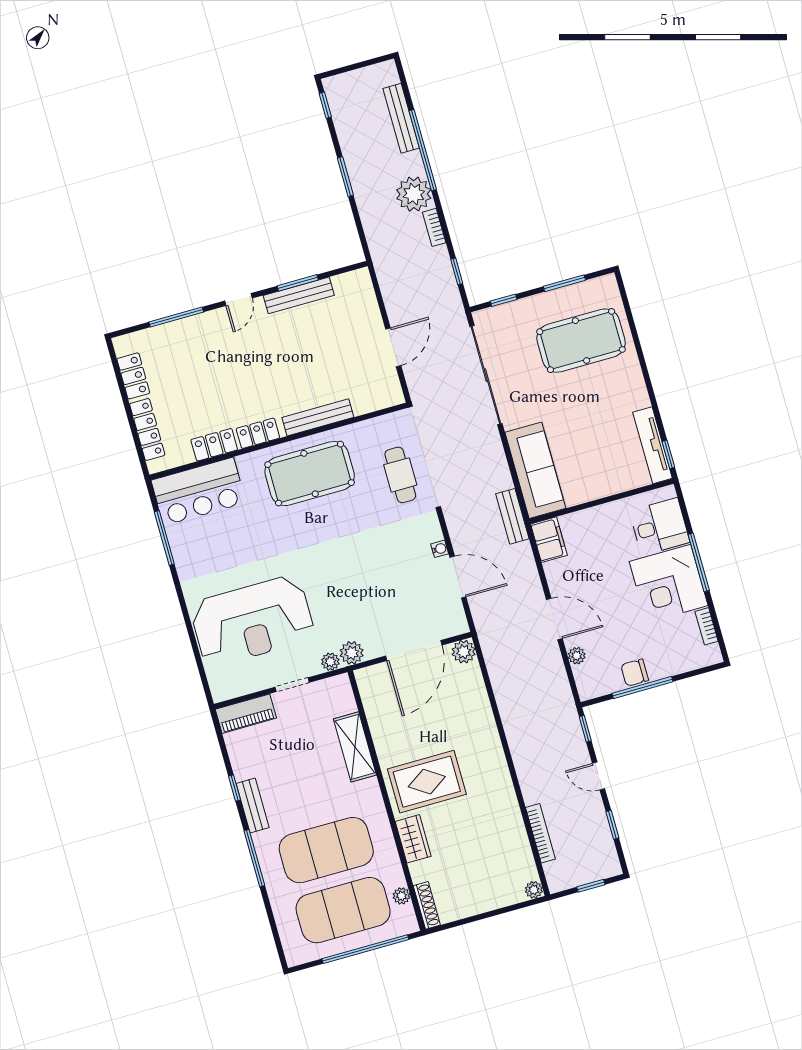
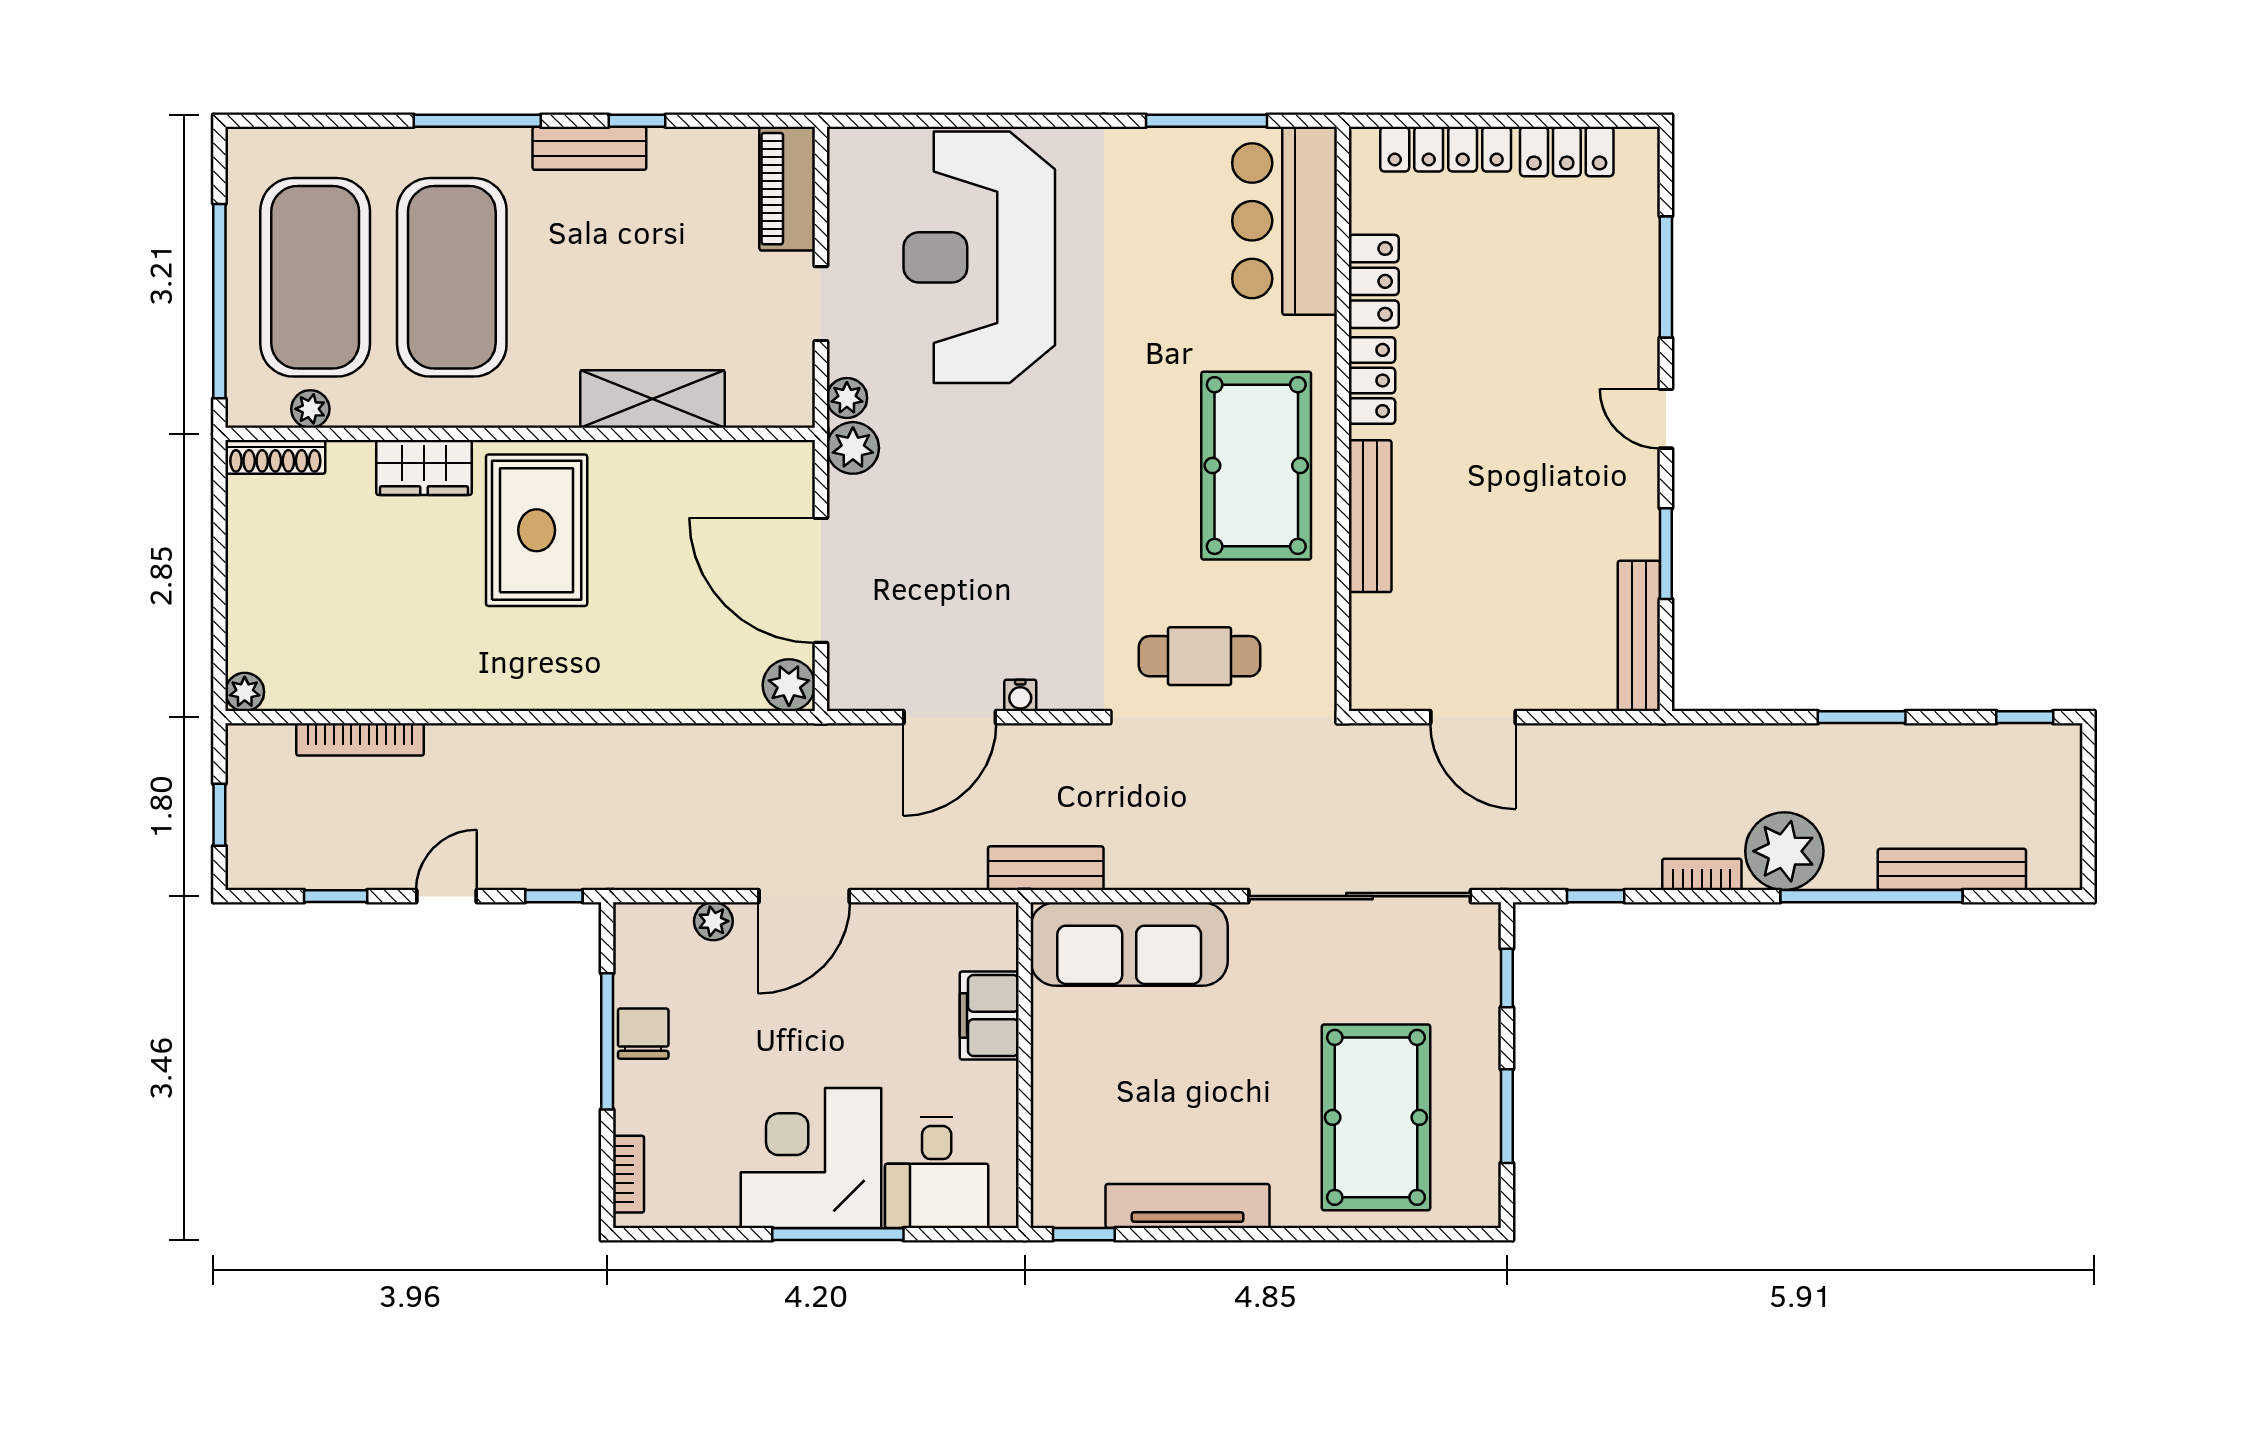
bench: (299, 295) -> (1639, 636), moved
tv unit: (652, 445) -> (1188, 1206), moved
filing cabinet: (549, 540) -> (989, 1016), moved, turned 90
bookcase: (707, 626) -> (629, 1174), moved, turned 90

